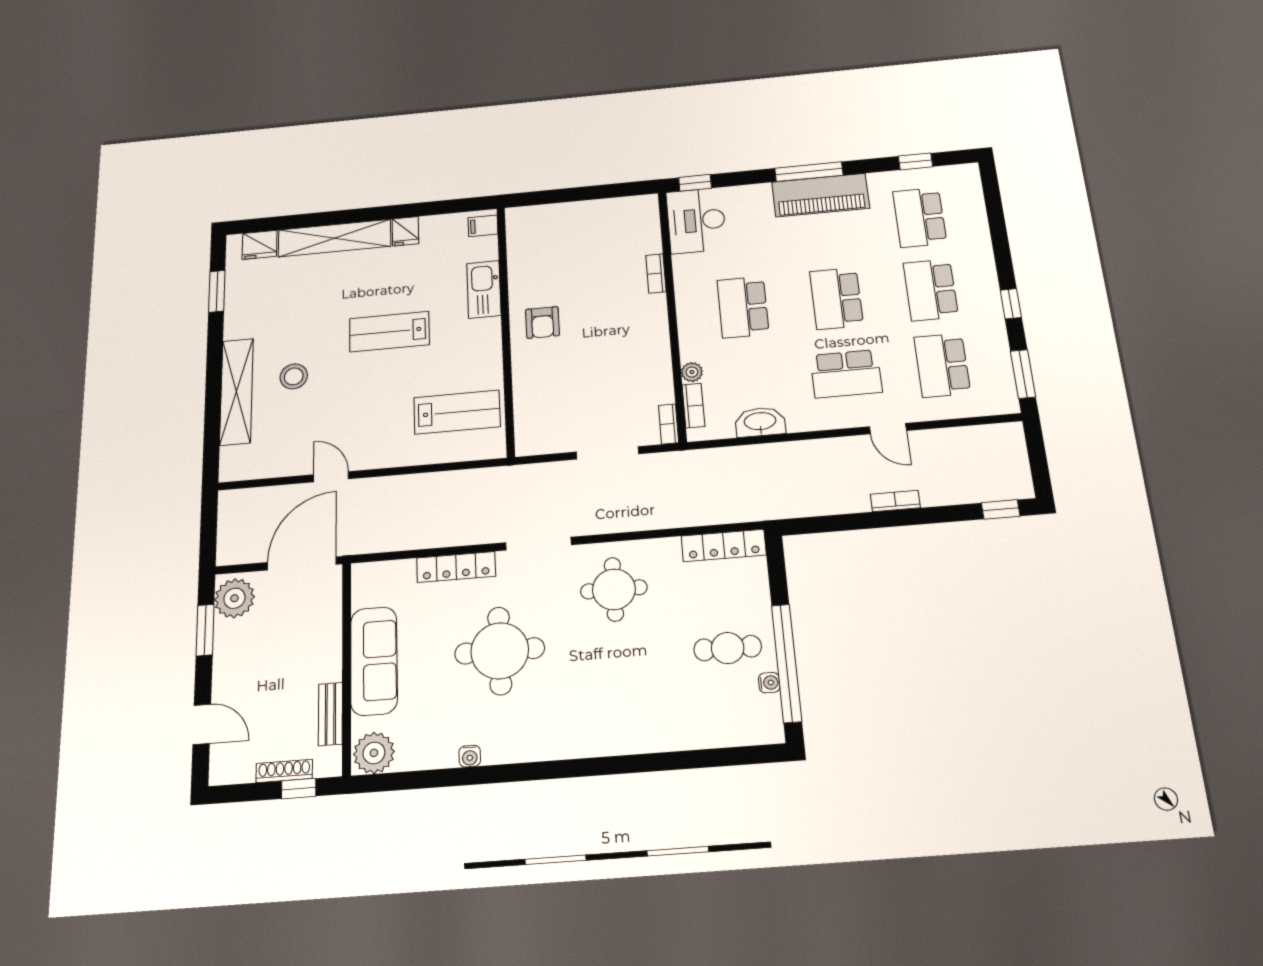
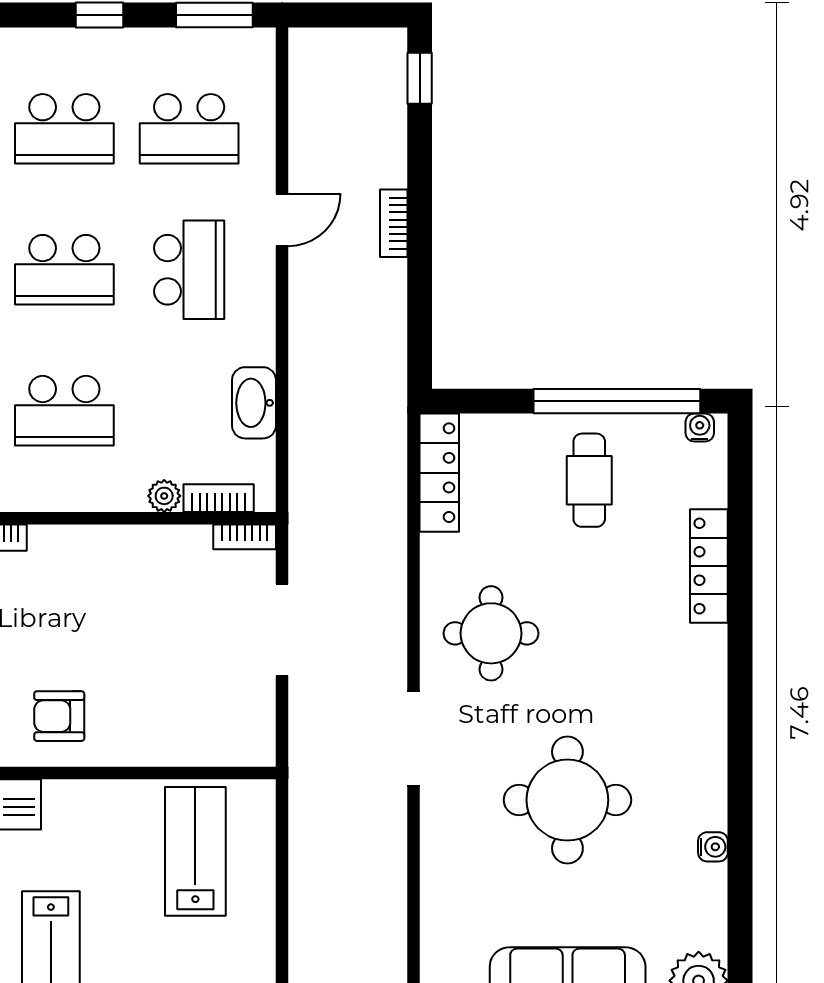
armchair: (542, 322) -> (59, 716), turned 180
locker: (456, 567) -> (709, 566), moved, turned 180
water cooler: (769, 683) -> (700, 428), moved

